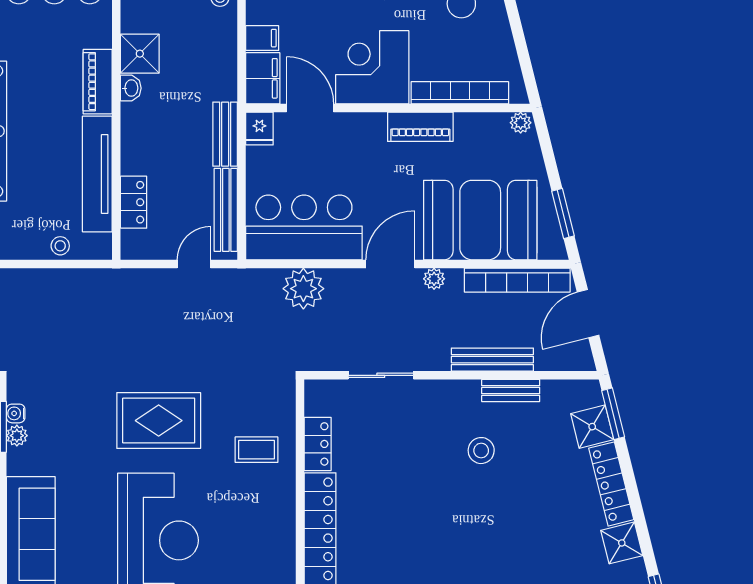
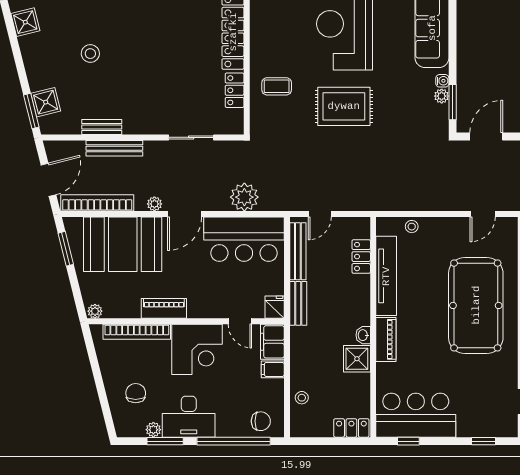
door: (310, 108) -> (240, 321), width x0.73
water cooler: (16, 413) -> (442, 81), moved
stool: (481, 451) -> (90, 54), moved
locker: (611, 484) -> (33, 63), removed

